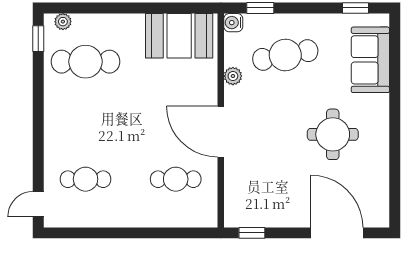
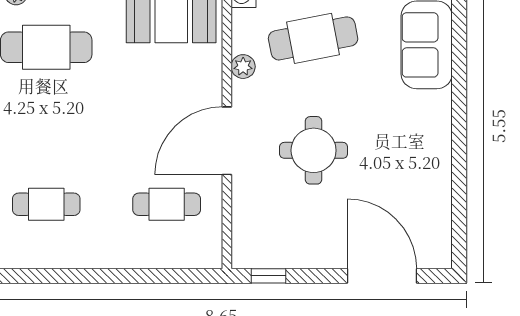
door: (221, 132) -> (227, 141), hinge flipped
round table: (333, 134) -> (314, 150), moved

